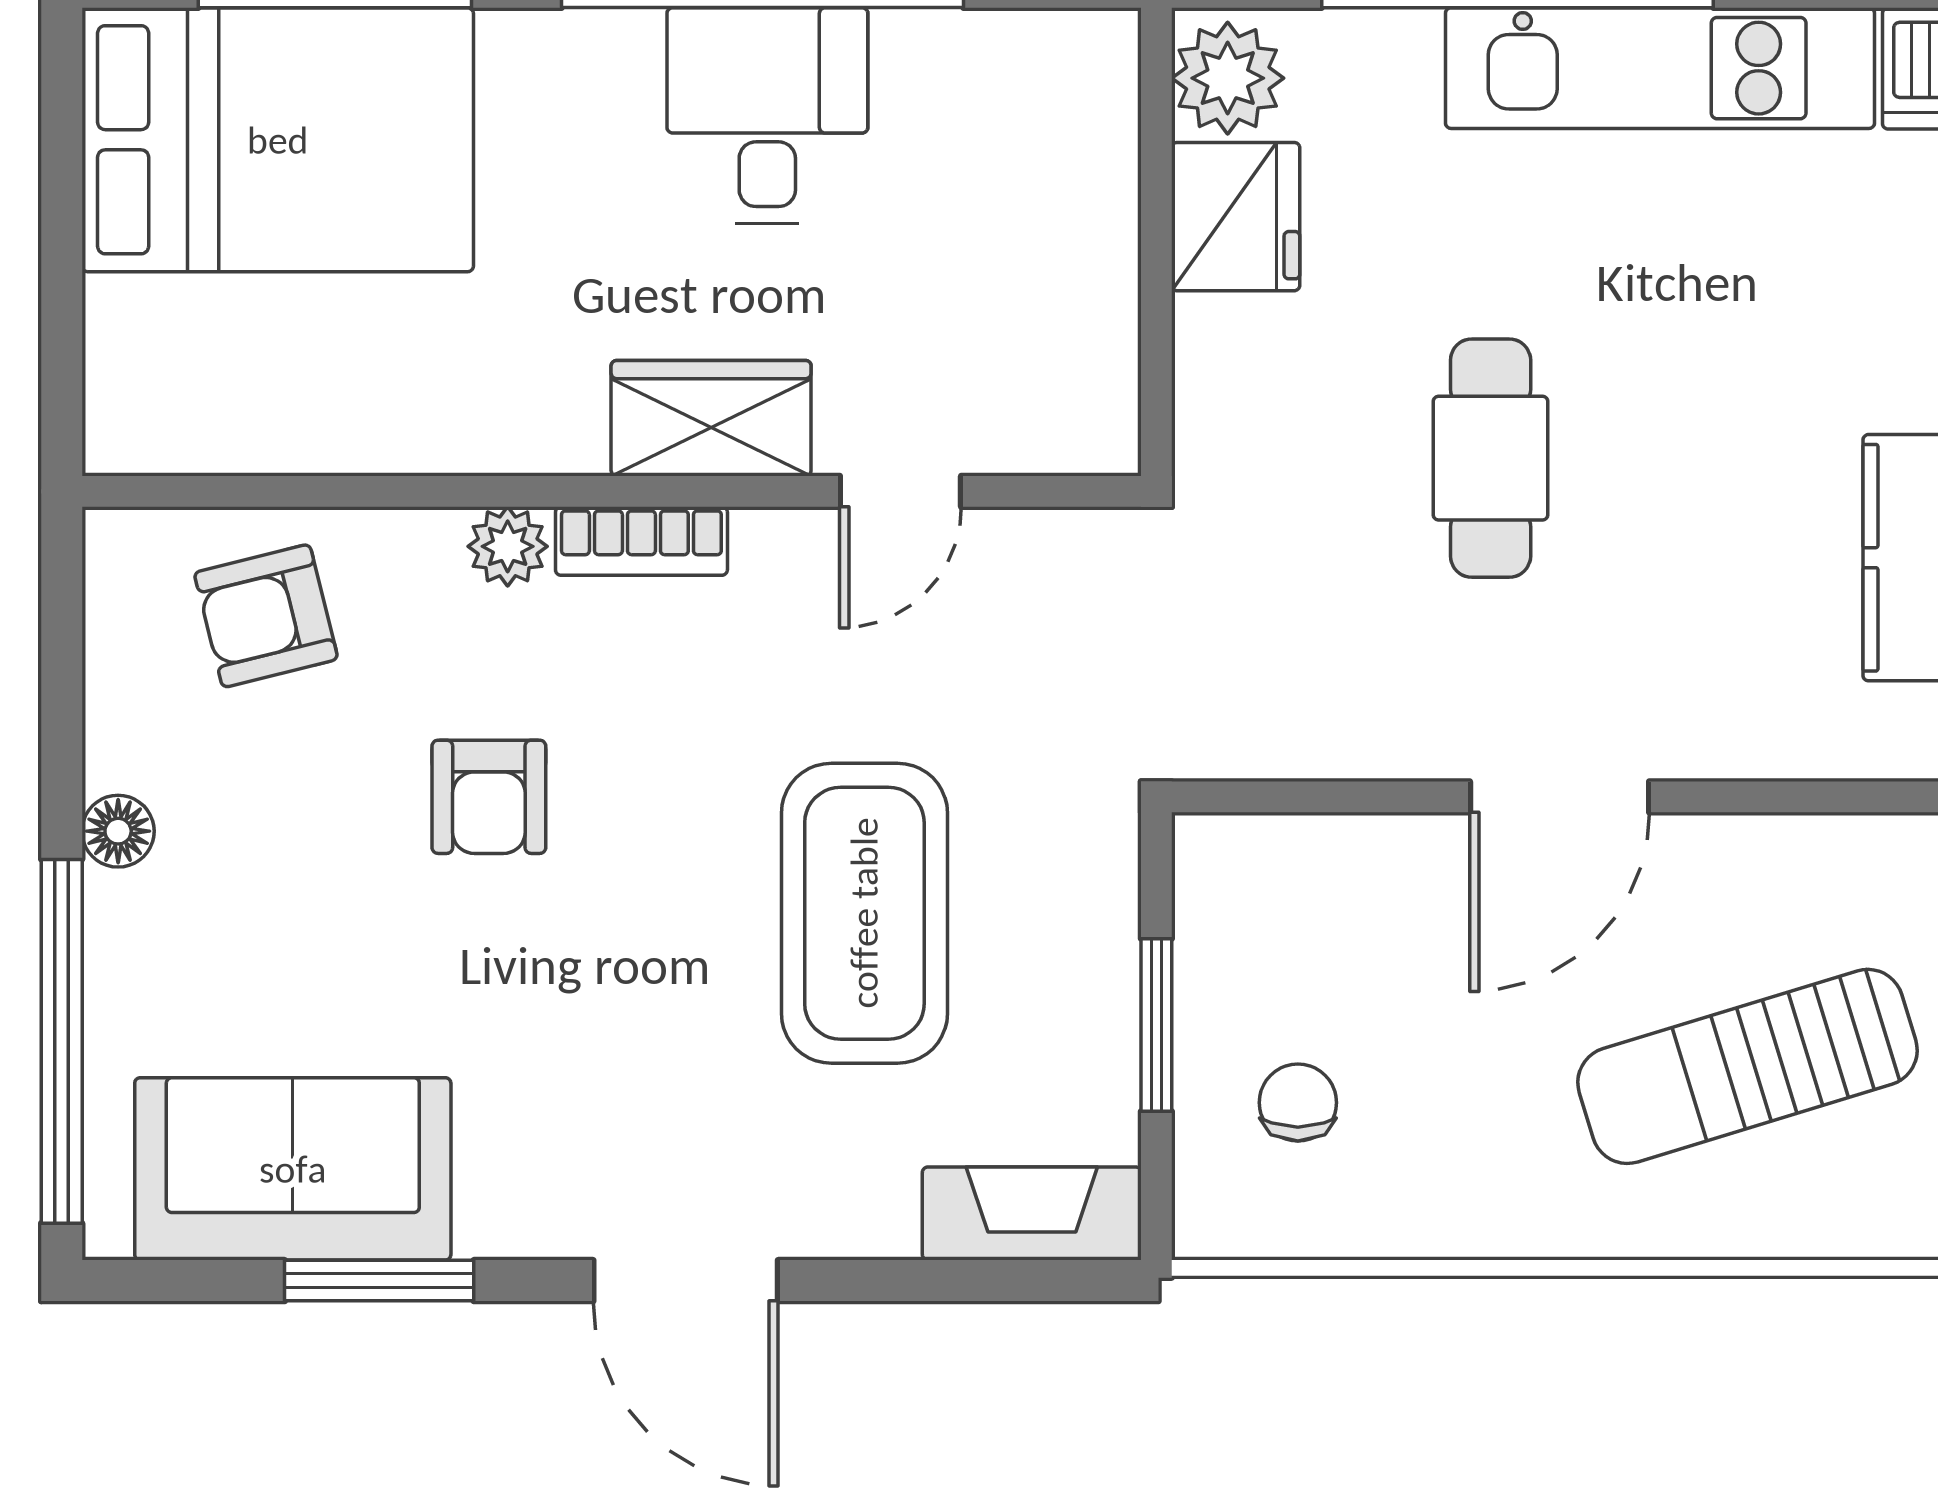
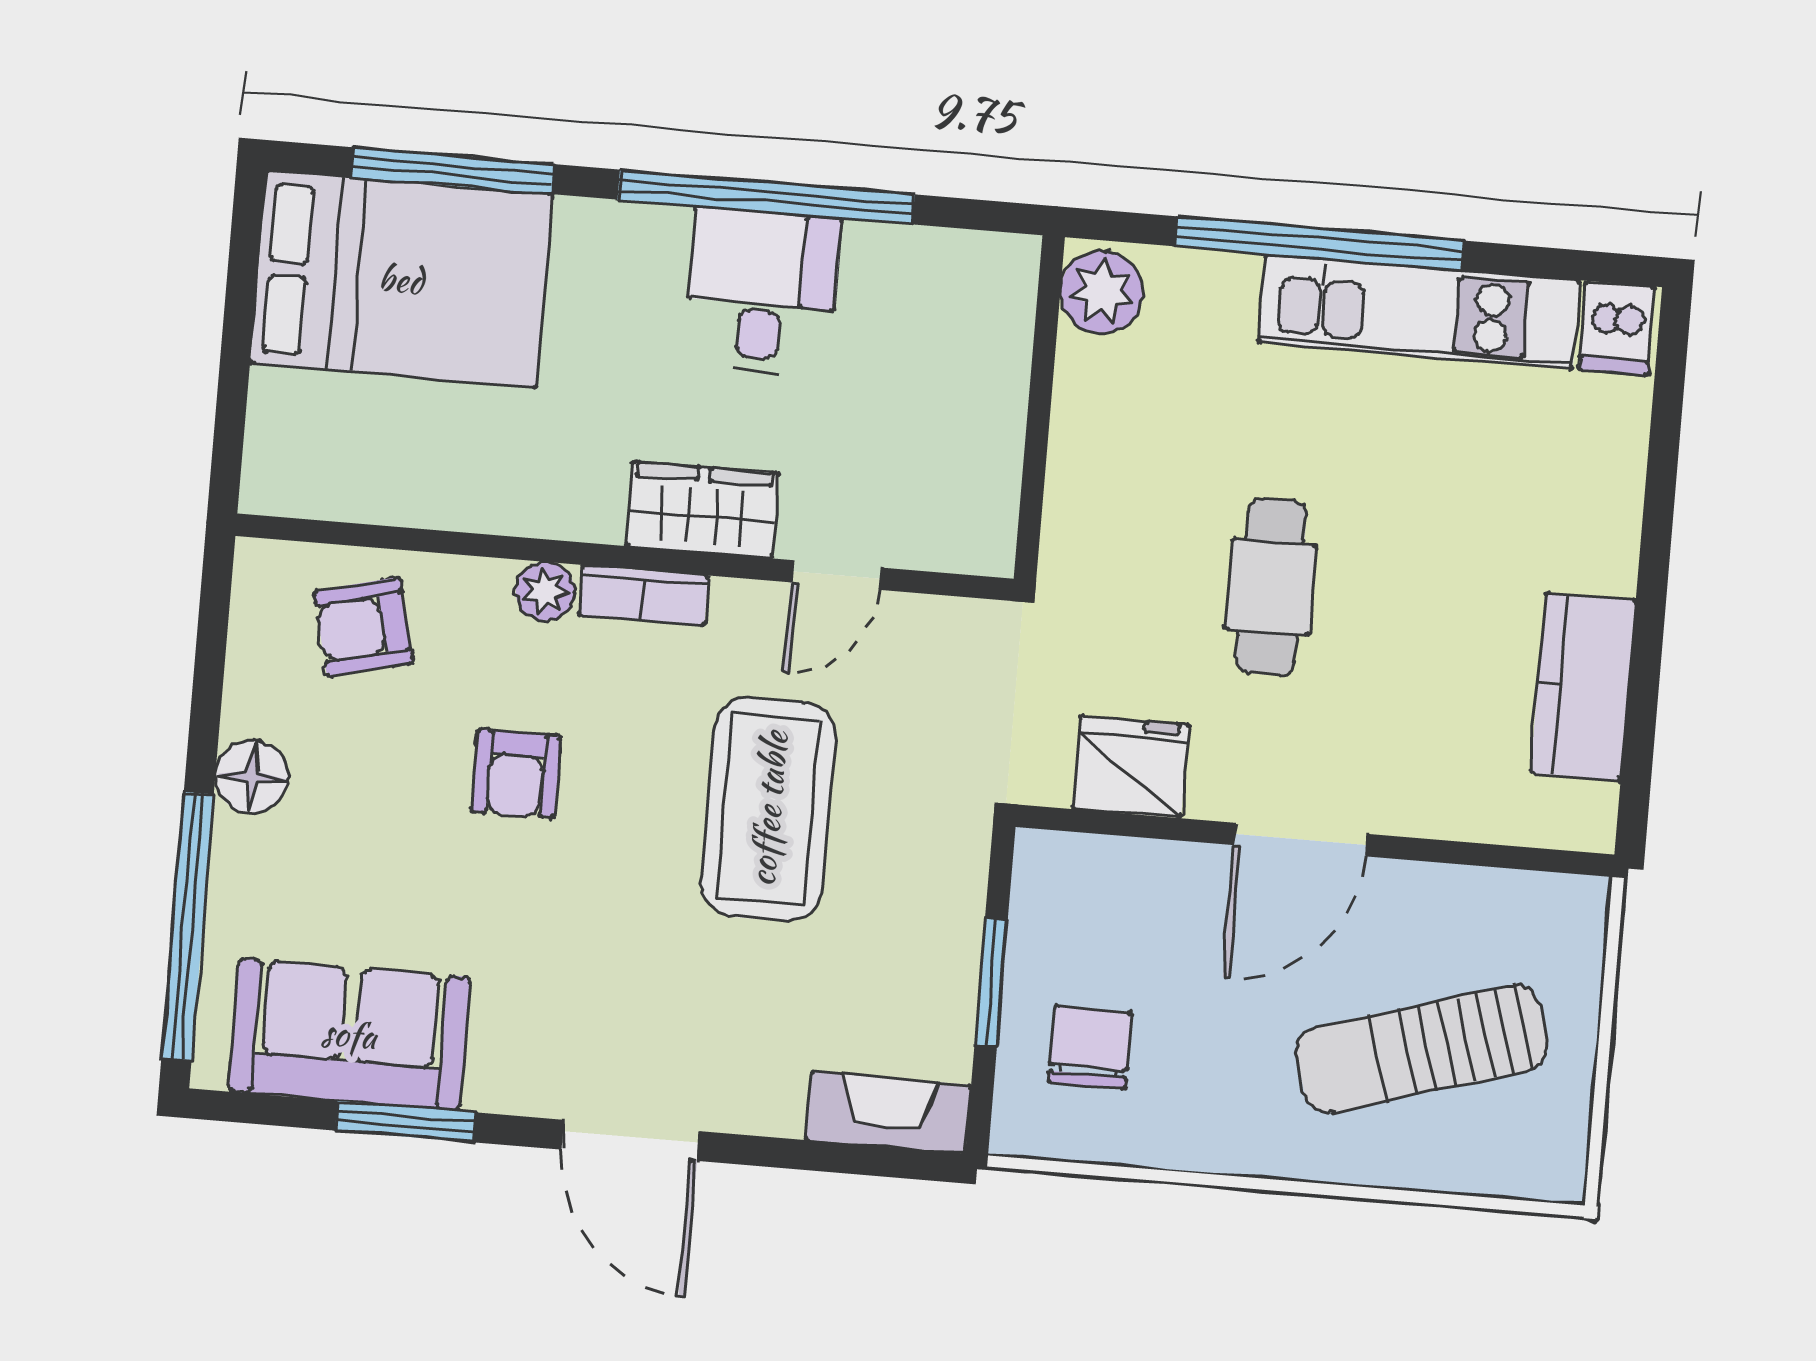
fridge: (1236, 217) -> (1130, 767), moved, turned -90
floor lamp: (118, 831) -> (252, 777), width x1.37, depth x1.37
coffee table: (864, 913) -> (768, 809), moved
chair: (1298, 1103) -> (1090, 1048), width x1.37, depth x1.37

